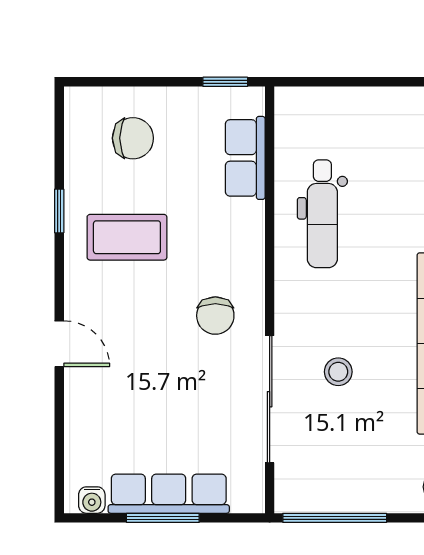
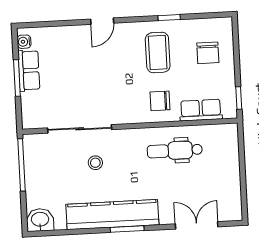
chair: (215, 316) -> (160, 101), moved
row of seats: (169, 494) -> (29, 70), width x0.68

